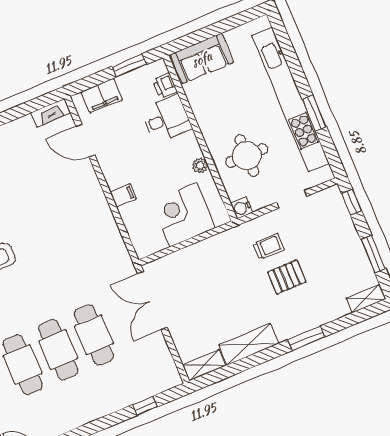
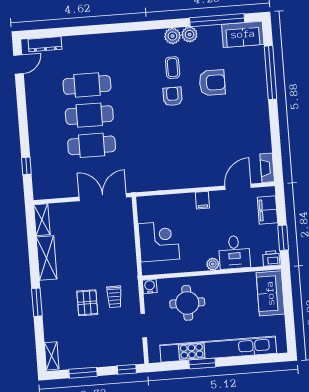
printer: (165, 86) -> (271, 258), moved
plant: (200, 166) -> (213, 264), moved
filing cabinet: (123, 195) -> (202, 200), moved

